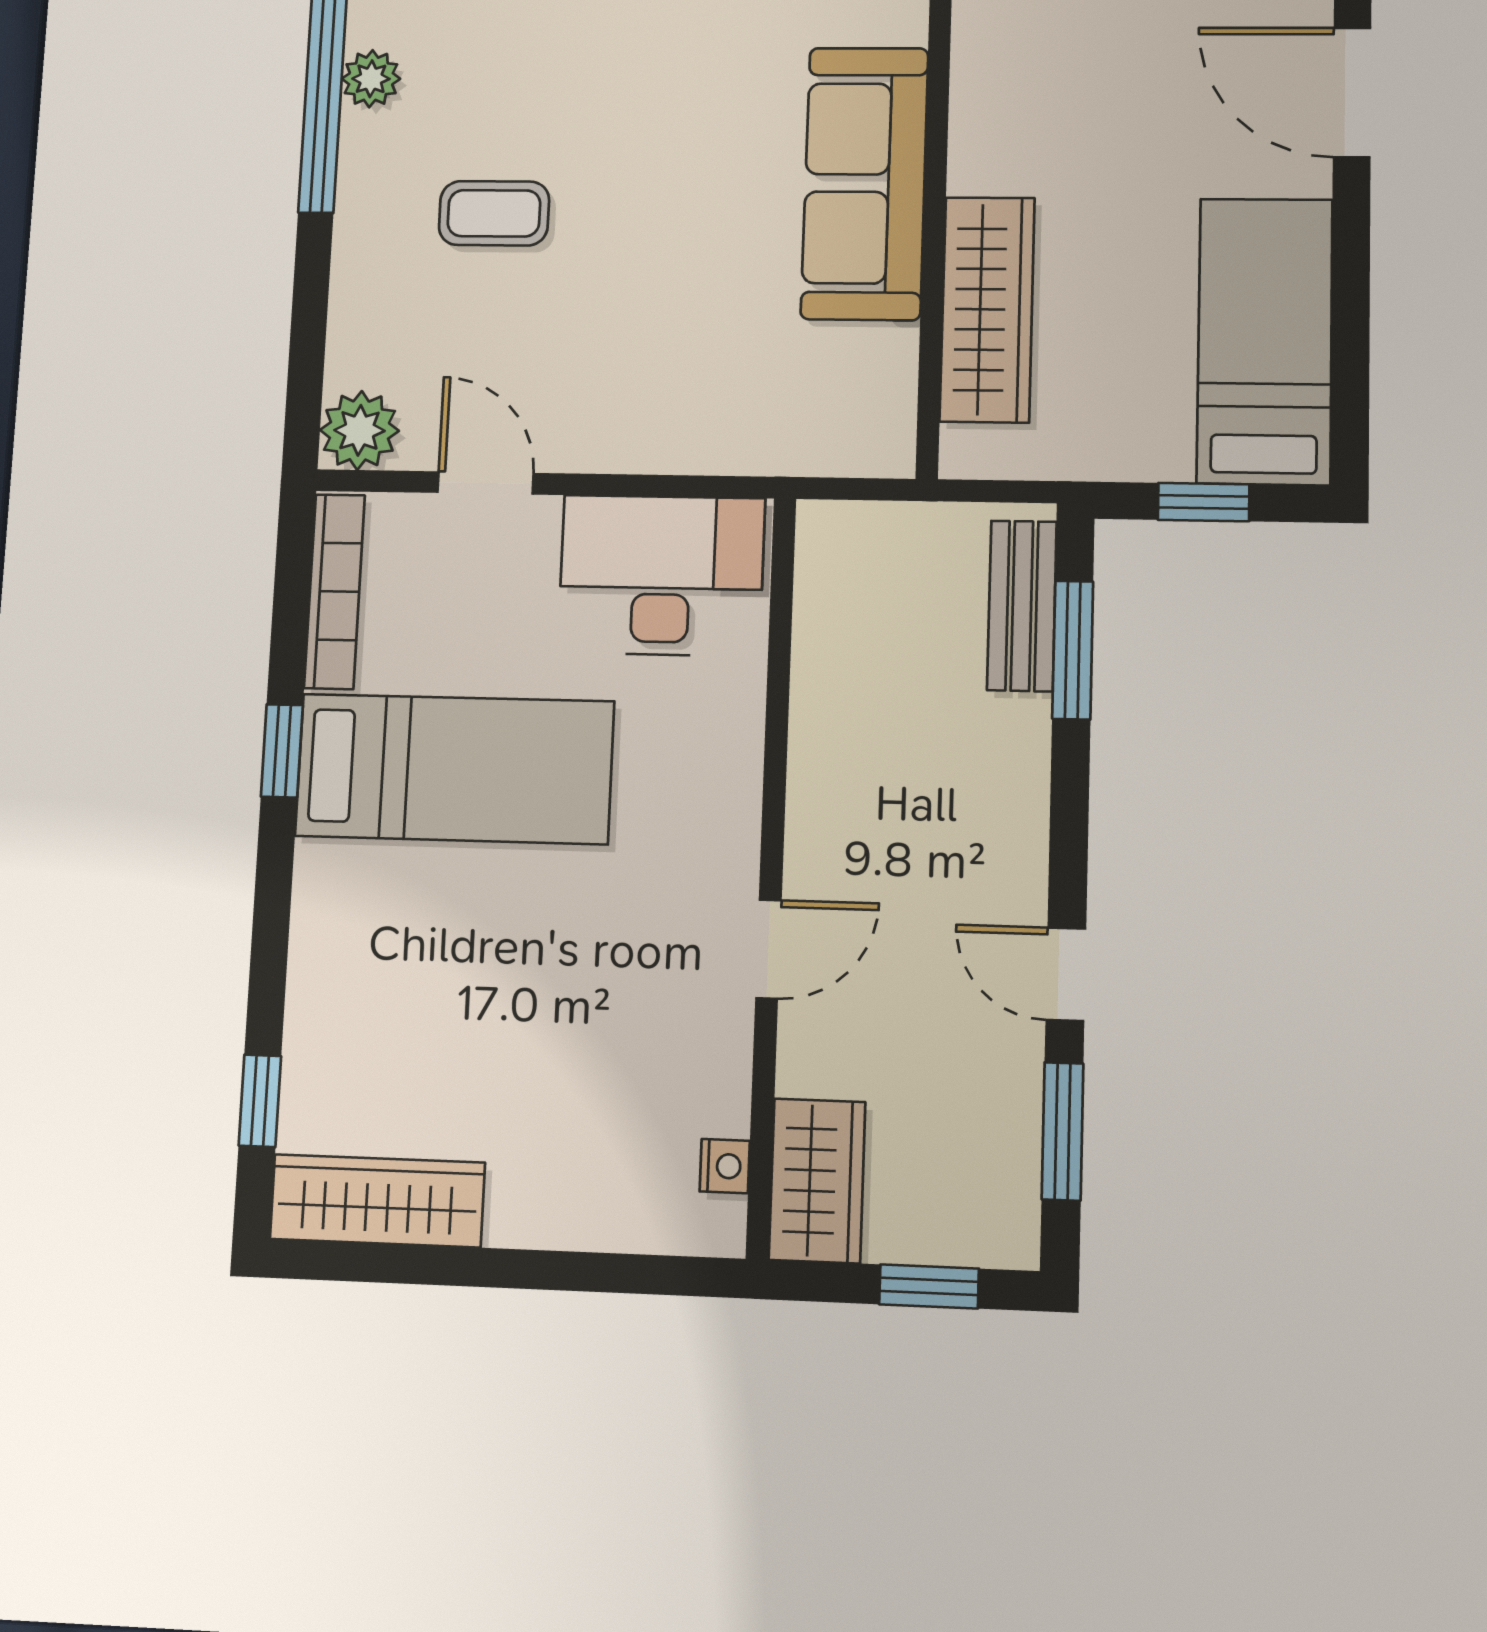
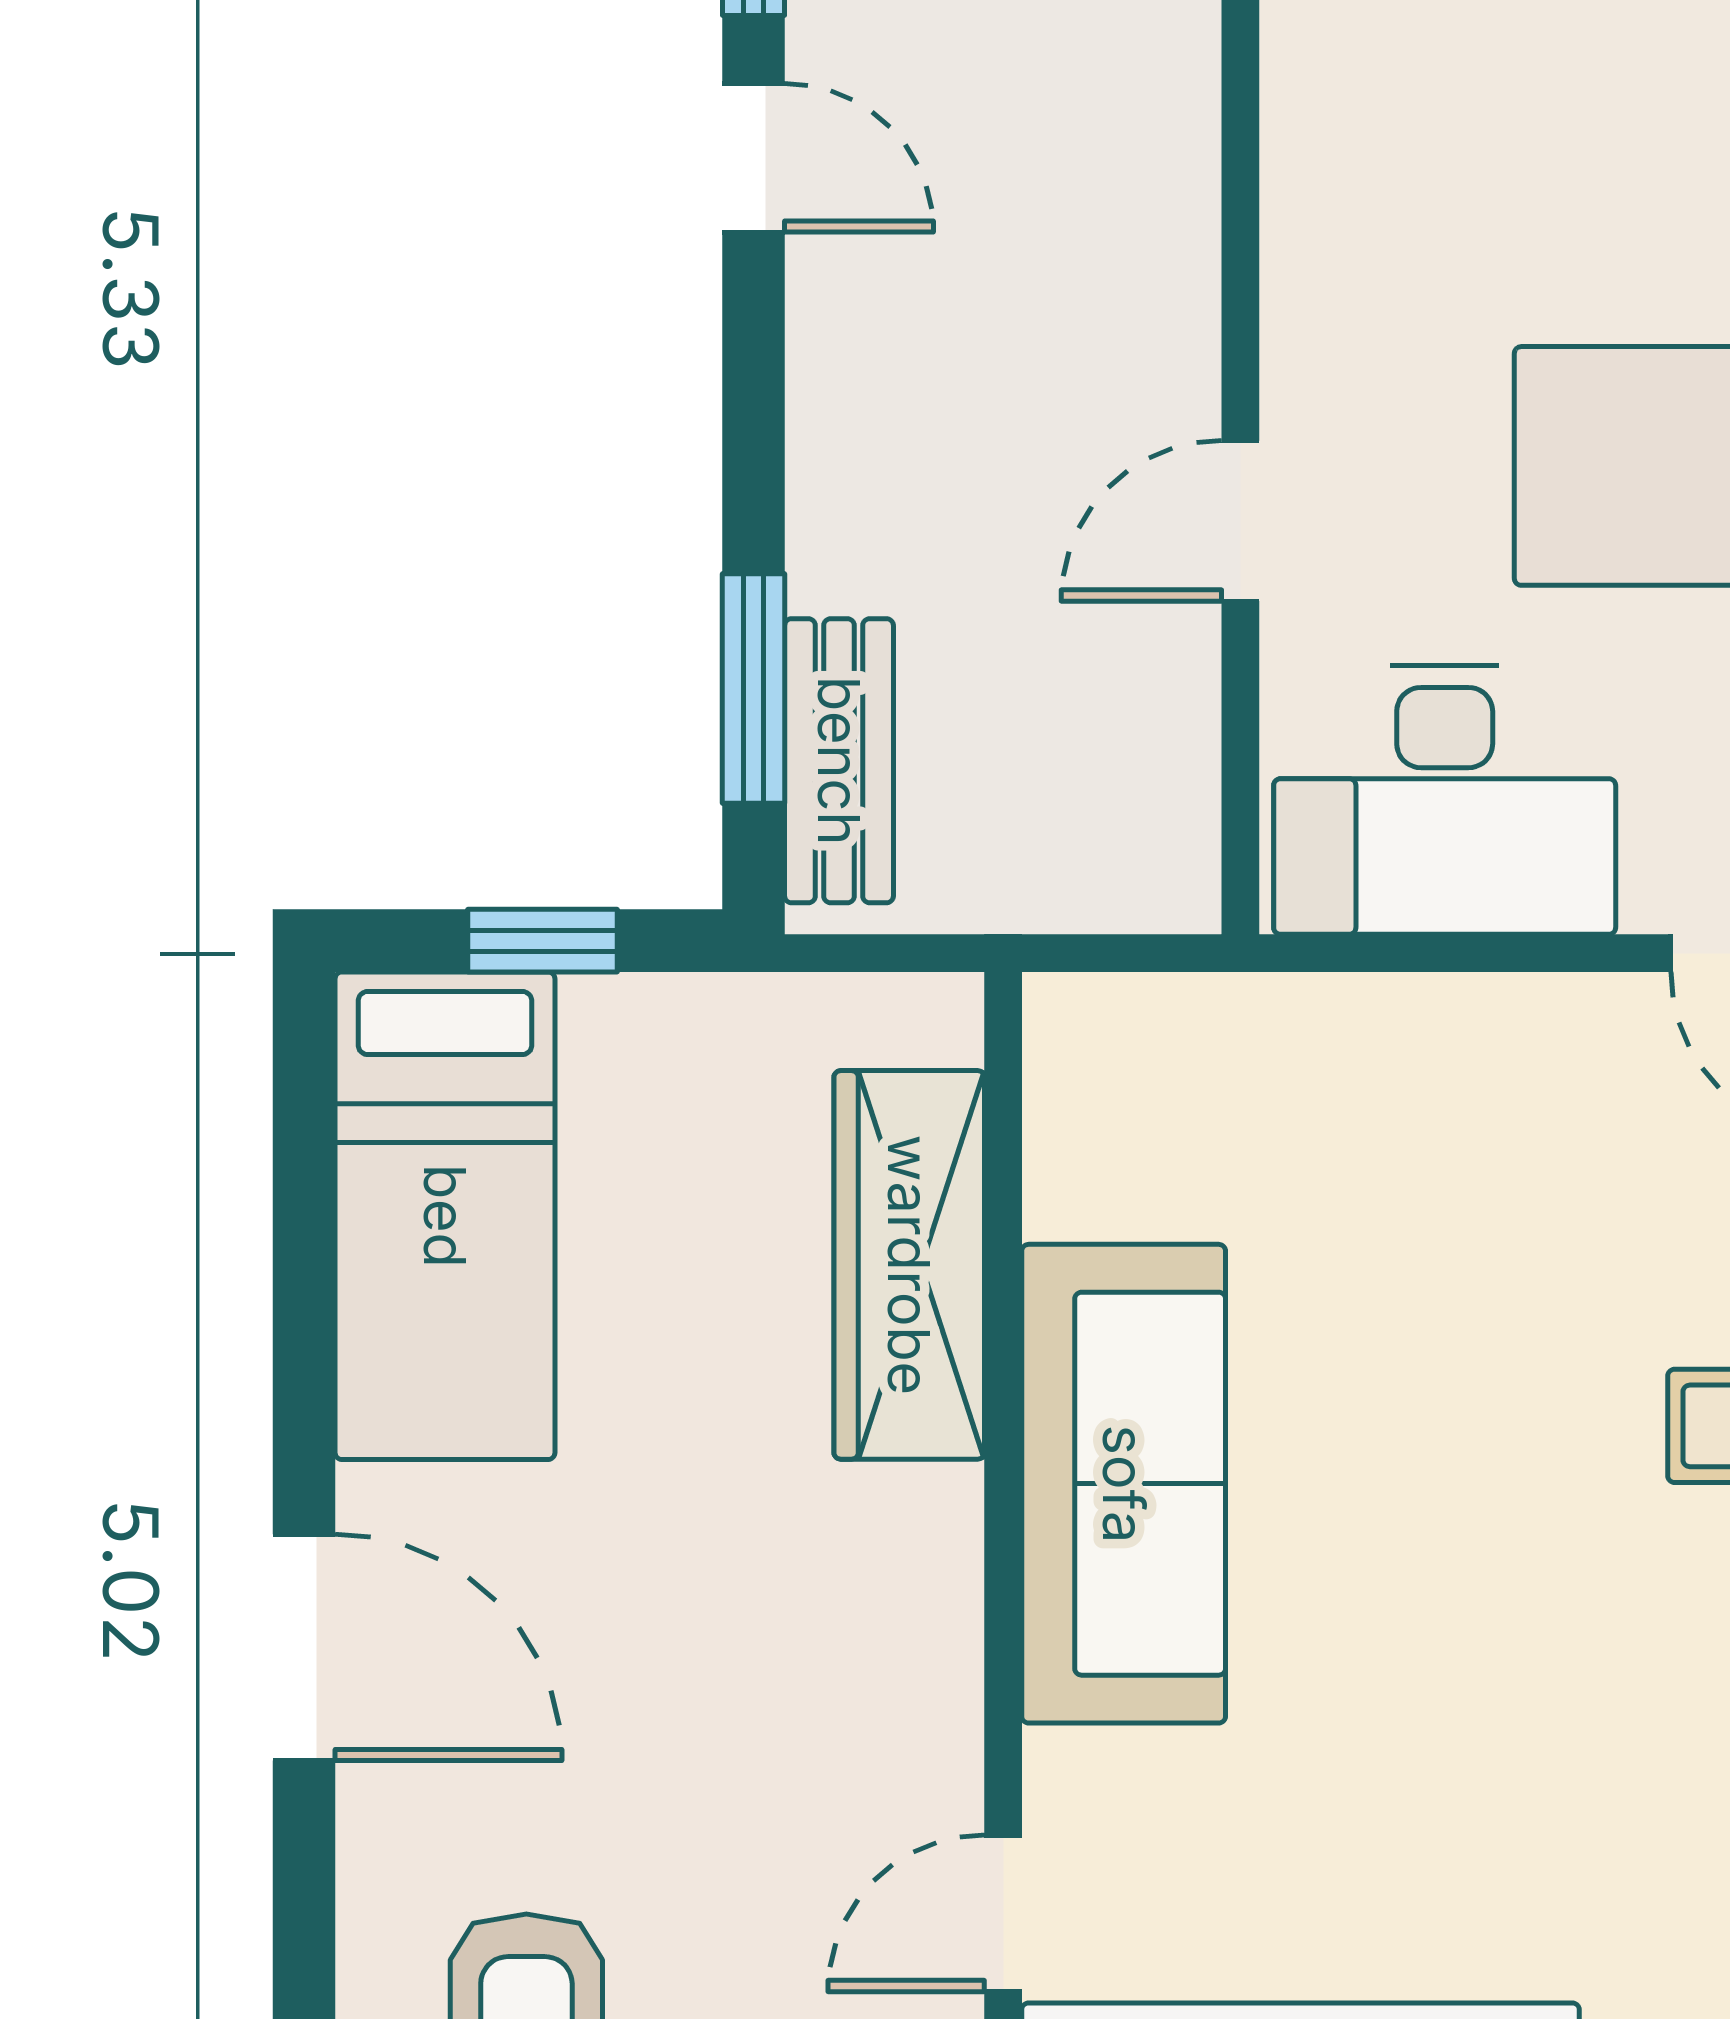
door: (768, 949) -> (1240, 521), moved

